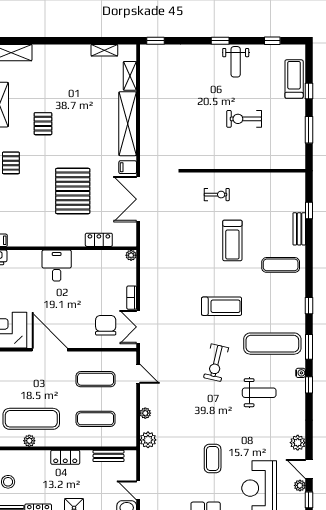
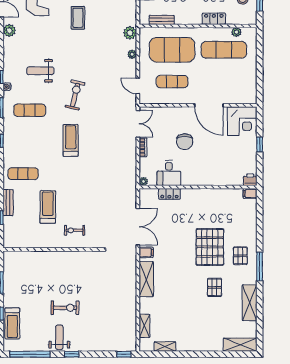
window: (272, 41) -> (30, 354), width x3.17
exercise bike: (244, 119) -> (65, 308), moved
shelving: (128, 124) -> (146, 279), width x0.68
pallet: (73, 191) -> (210, 247), moved
treadmill: (232, 240) -> (48, 207), moved
desk: (57, 266) -> (169, 173), moved
treadmill: (222, 306) -> (71, 140), turned 90
chair: (106, 325) -> (185, 142), moved
exercise mat: (272, 344) -> (30, 110), width x0.73, depth x0.69
exercise mat: (96, 419) -> (172, 50), width x2.00, depth x1.45
plant: (29, 441) -> (236, 32), moved
locker: (65, 457) -> (214, 19), moved

